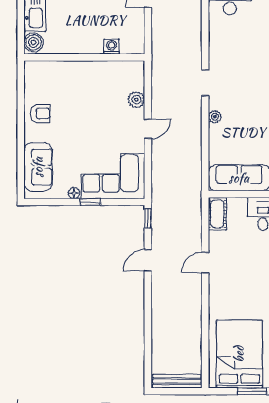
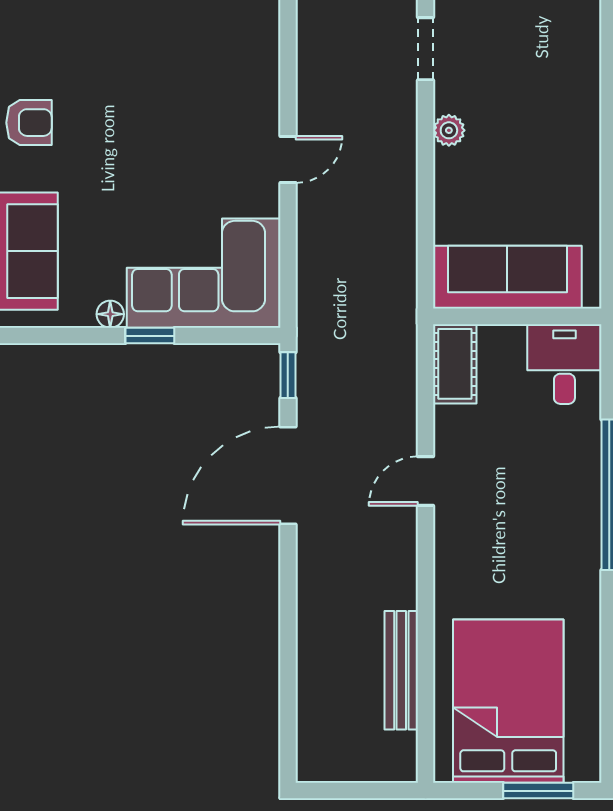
plant: (136, 100) -> (260, 89), removed
door: (148, 260) -> (288, 476), width x1.88
bench: (177, 381) -> (401, 670), moved, turned 90

